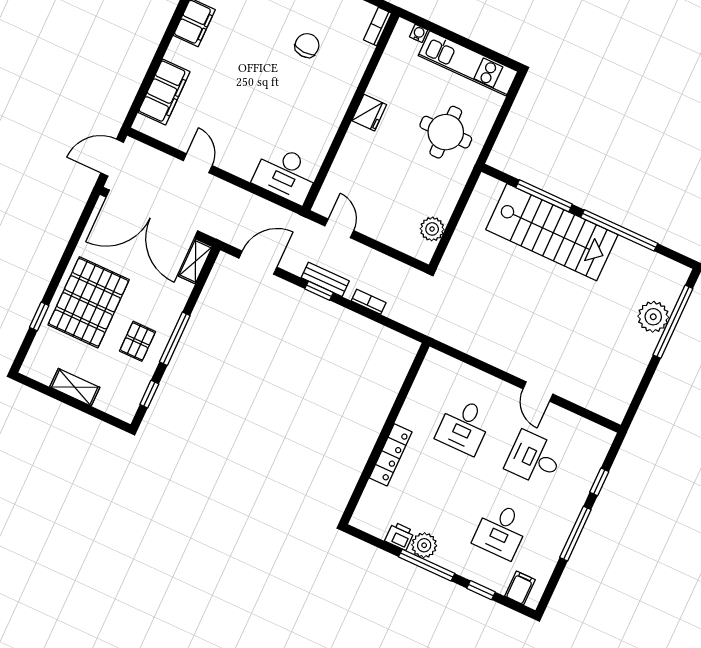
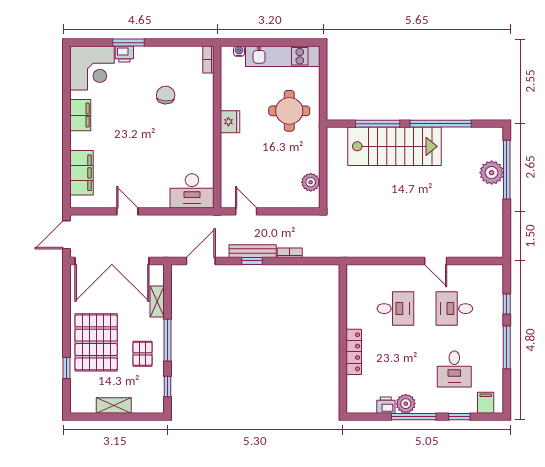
shelving: (195, 261) -> (157, 301), moved
bench: (325, 279) -> (253, 251), width x1.36
desk: (464, 426) -> (395, 309), turned -90

